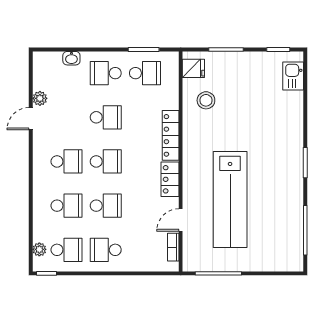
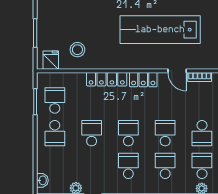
washbasin: (71, 58) -> (42, 180), moved
lab bench: (230, 199) -> (160, 30), turned 180

